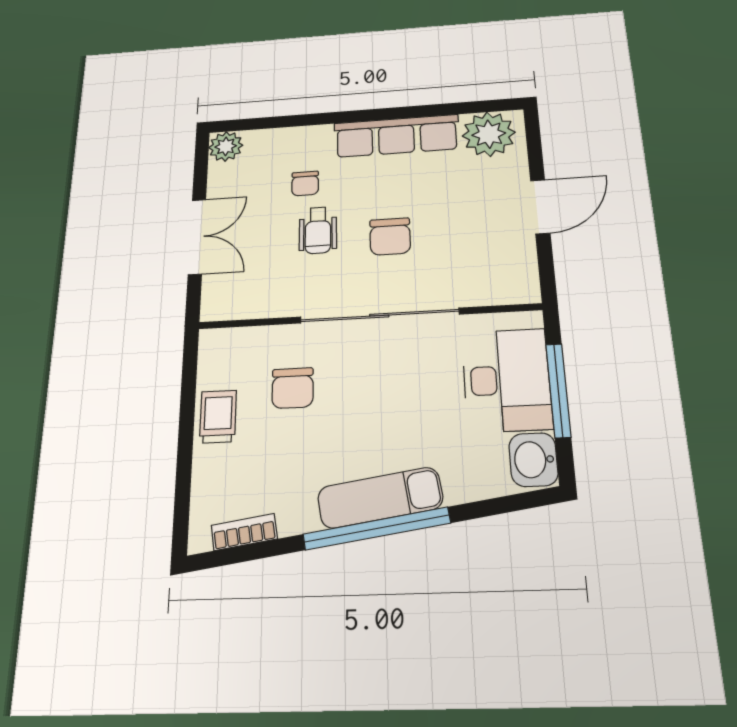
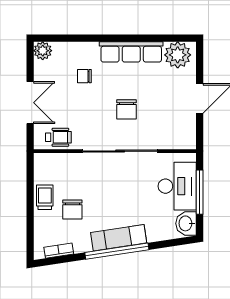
chair: (305, 183) -> (84, 76), turned 90
wheelchair: (318, 230) -> (58, 137), moved, turned -90
chair: (293, 388) -> (72, 210), moved

